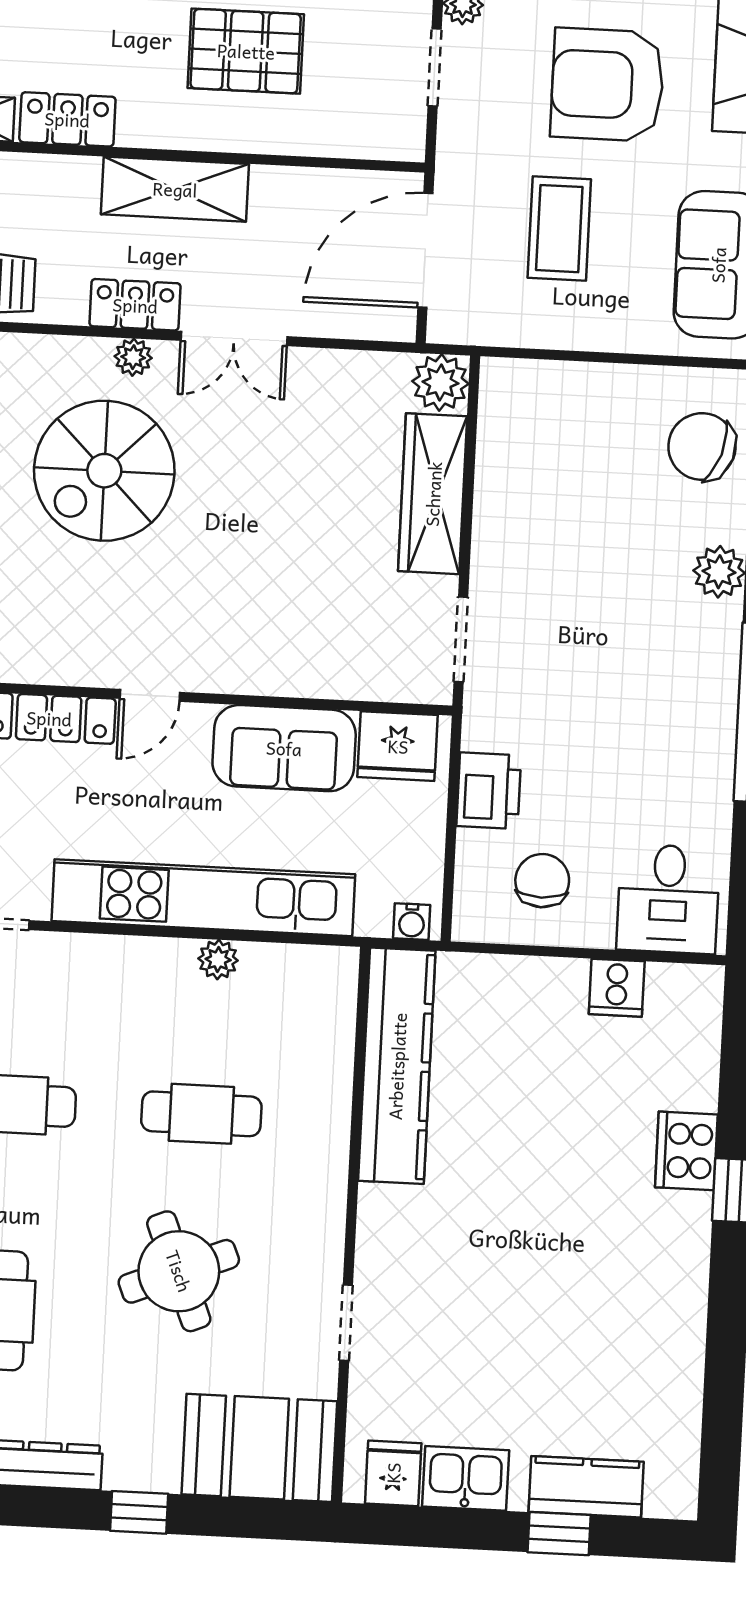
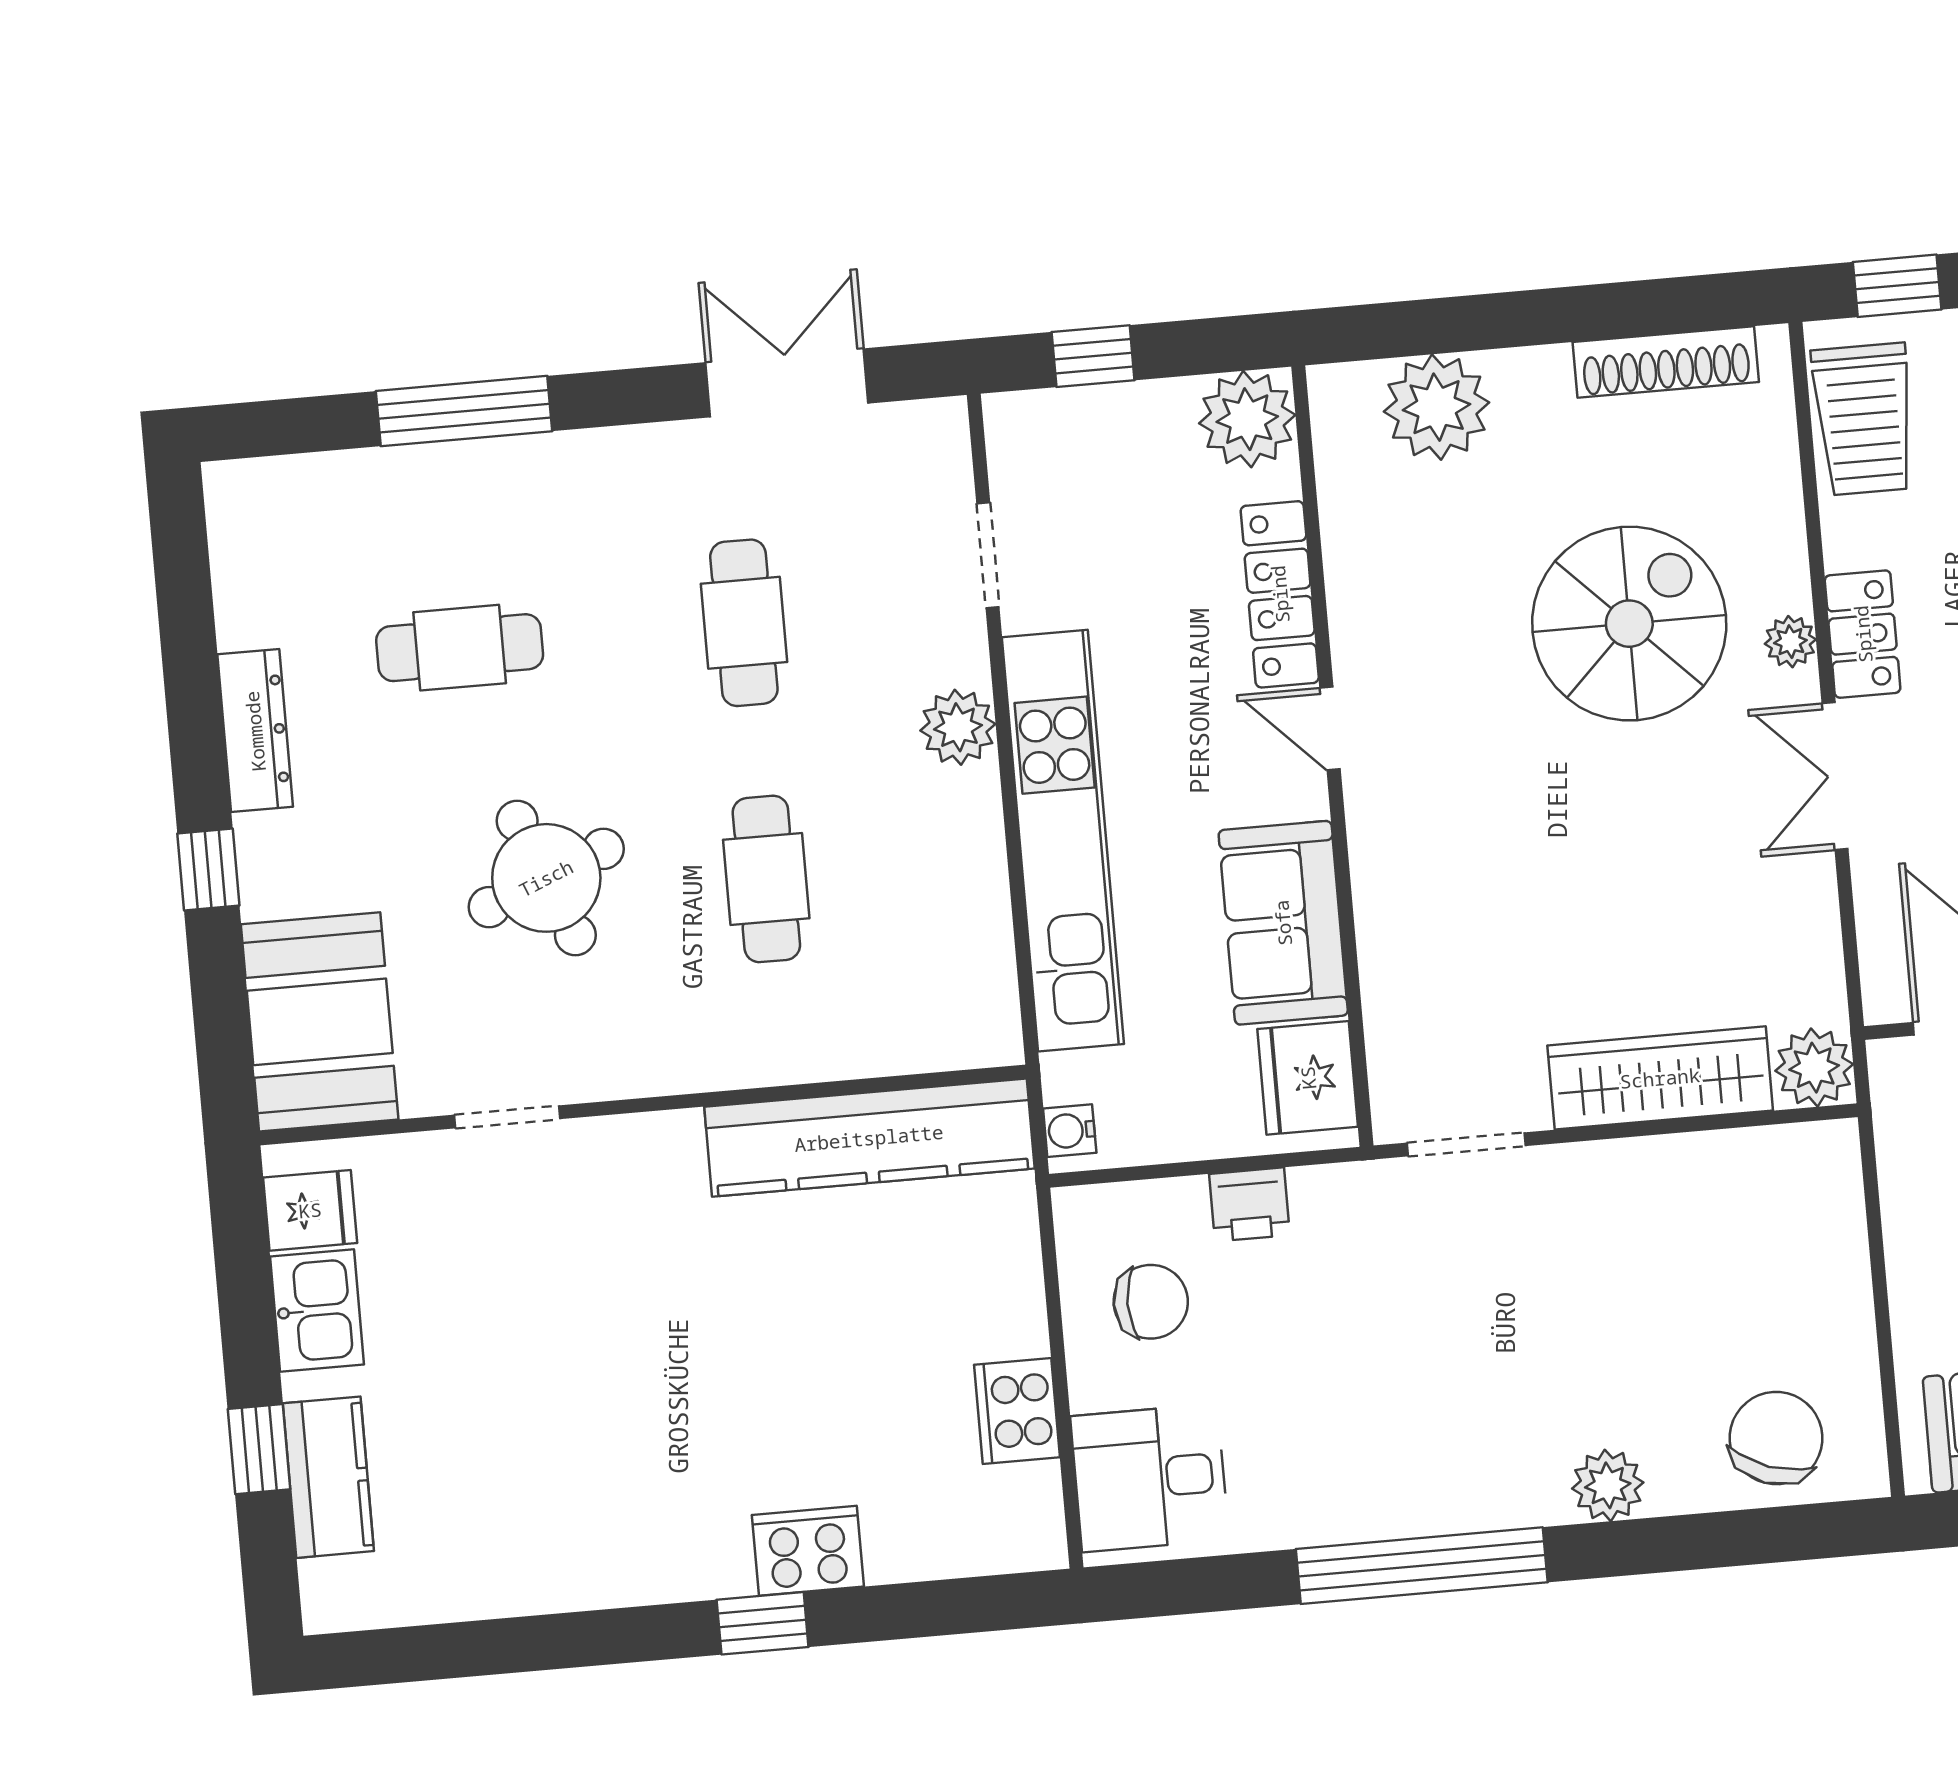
spiral stairs: (104, 471) -> (1629, 624), turned 90
printer: (489, 791) -> (1250, 1204), width x0.73, depth x0.81
plant: (218, 960) -> (958, 727), moved, width x1.38, depth x1.38
cooker: (617, 988) -> (1017, 1411), width x1.36

